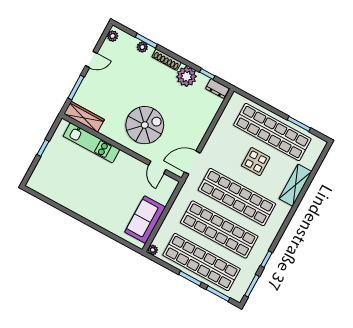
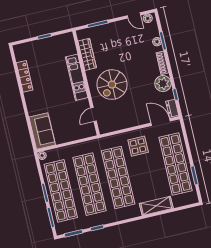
door: (91, 59) -> (134, 15), moved
wardrobe: (84, 117) -> (87, 54), moved
spiral stairs: (145, 125) -> (112, 85), turned 90
kitchen unit: (91, 143) -> (77, 77), moved
display table: (256, 162) -> (138, 146), moved
door: (192, 163) -> (161, 122), moved
locker: (64, 200) -> (25, 76), added
sofa: (145, 220) -> (42, 131), moved, turned 90

